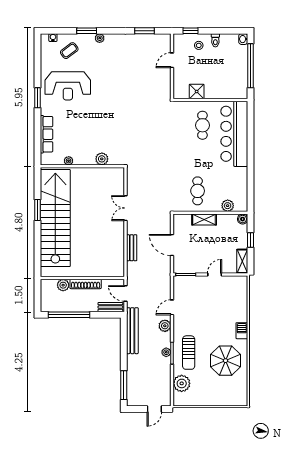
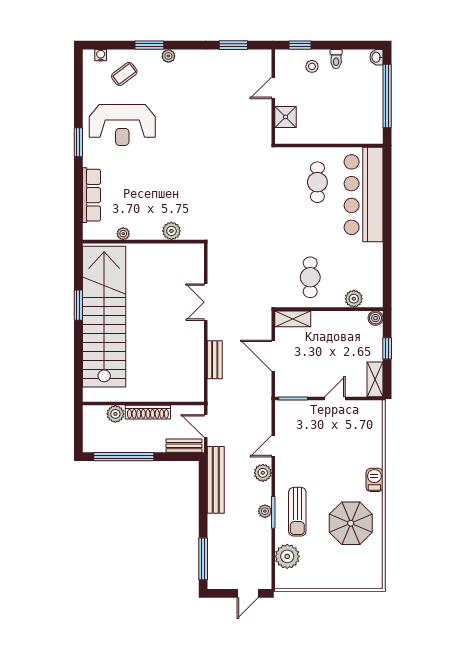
shower: (197, 91) -> (285, 117), moved
shelving: (204, 220) -> (293, 319), moved

